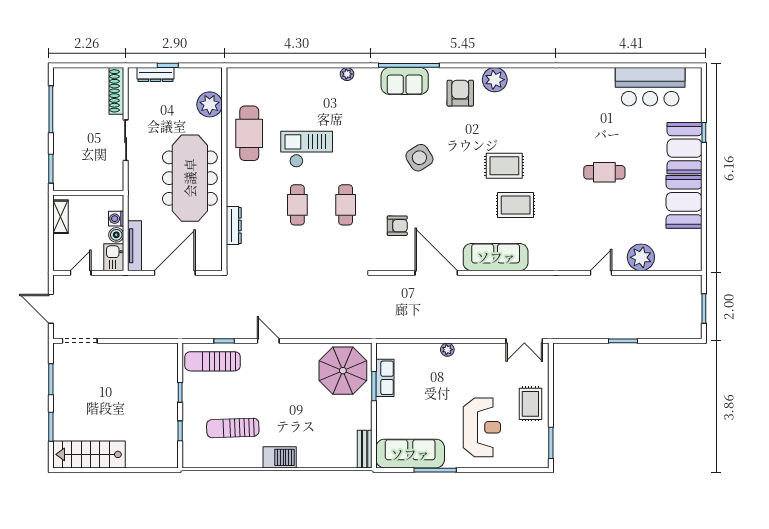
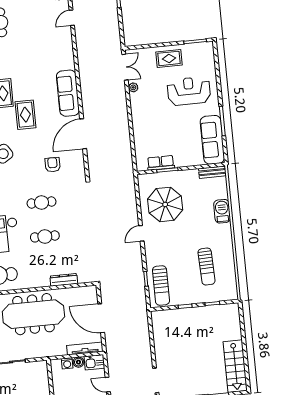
rug: (516, 205) -> (25, 115), moved
door: (601, 273) -> (72, 18), hinge flipped
door: (268, 341) -> (141, 233), moved
plant: (447, 350) -> (133, 87), moved
parasol: (343, 371) -> (165, 204), moved
barbecue: (280, 457) -> (222, 211), moved

